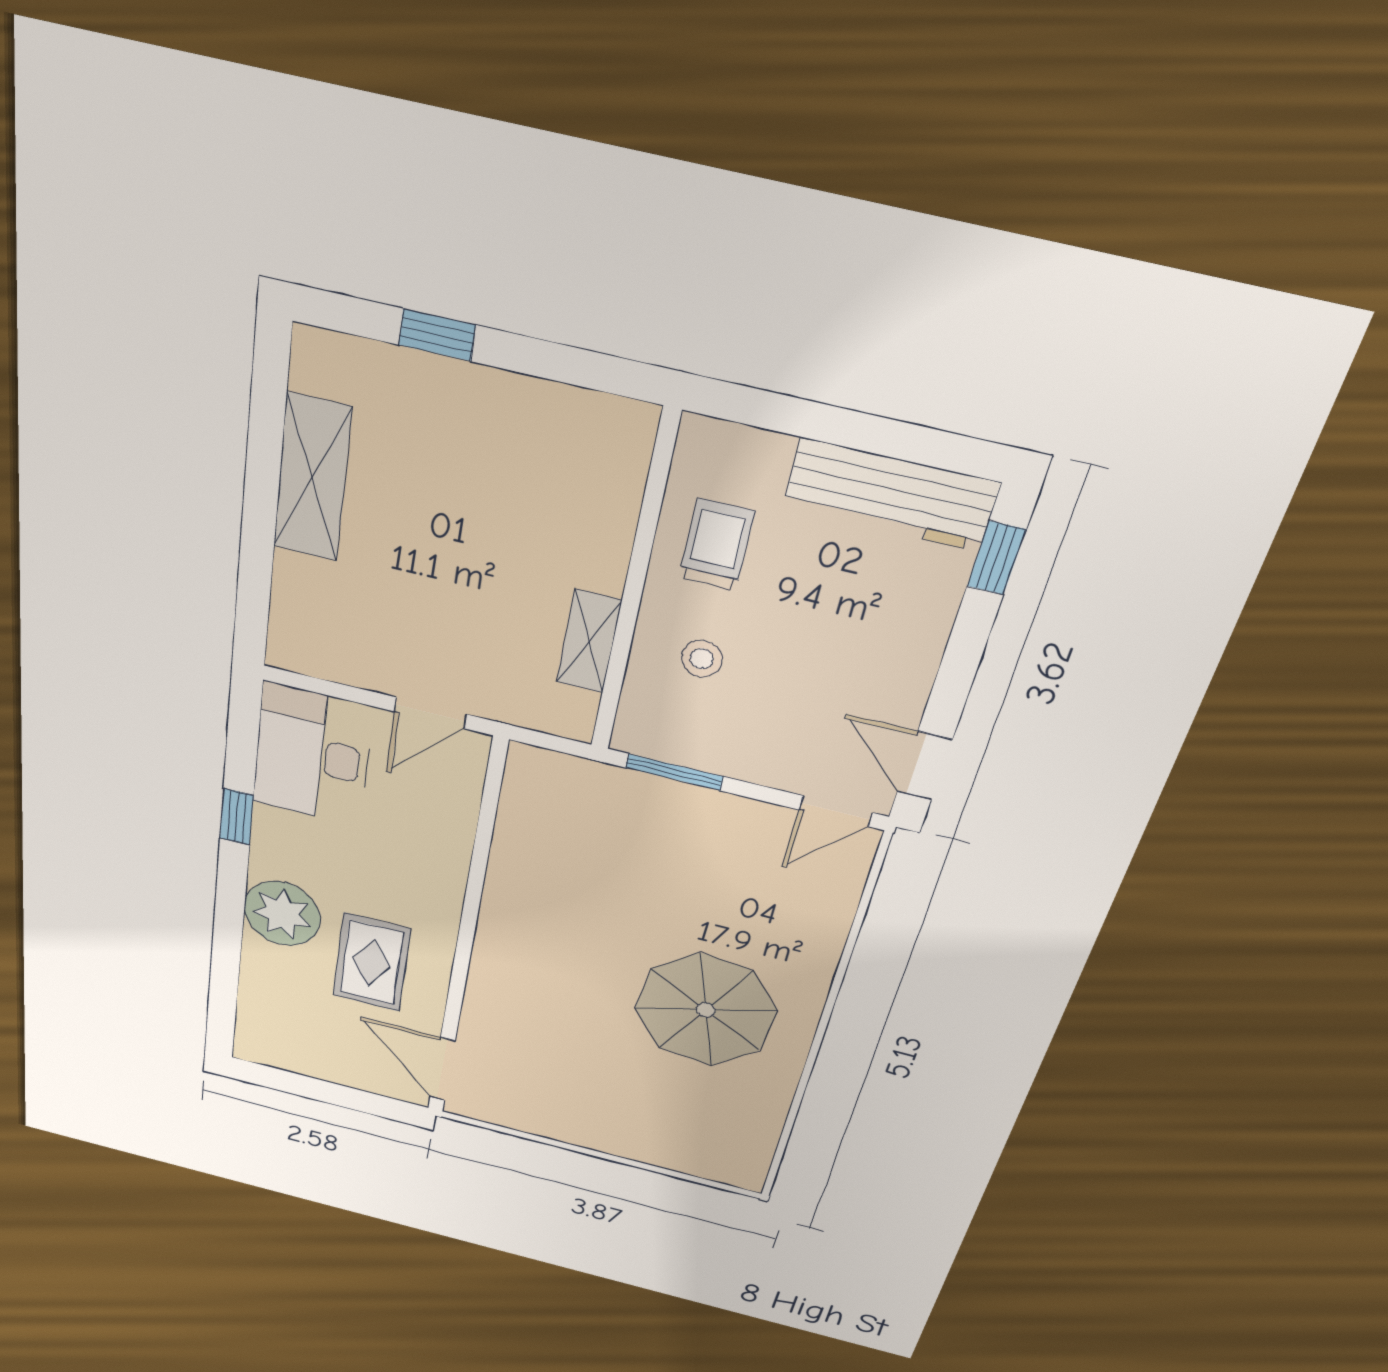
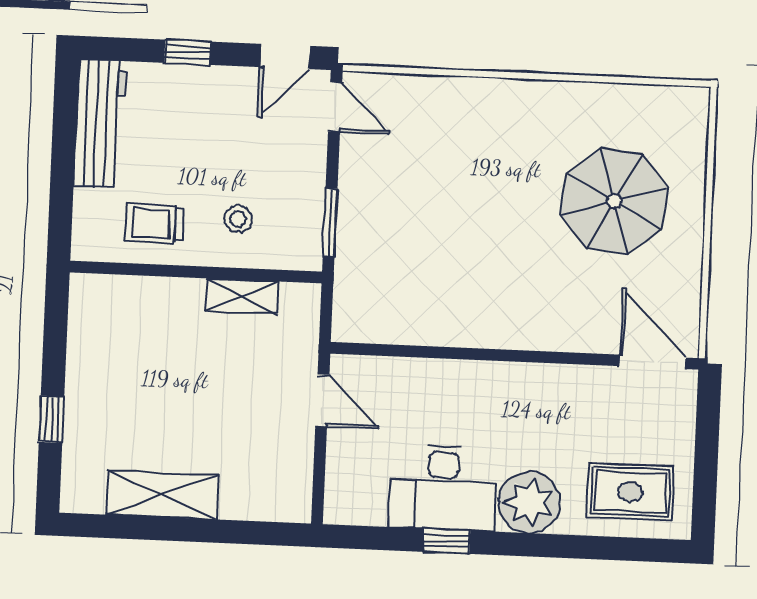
window: (996, 558) -> (188, 52), moved
desk: (312, 755) -> (443, 488), moved
rug: (372, 962) -> (630, 492), moved
parasol: (706, 1010) -> (614, 201), moved
door: (442, 1069) -> (653, 362), swing flipped

